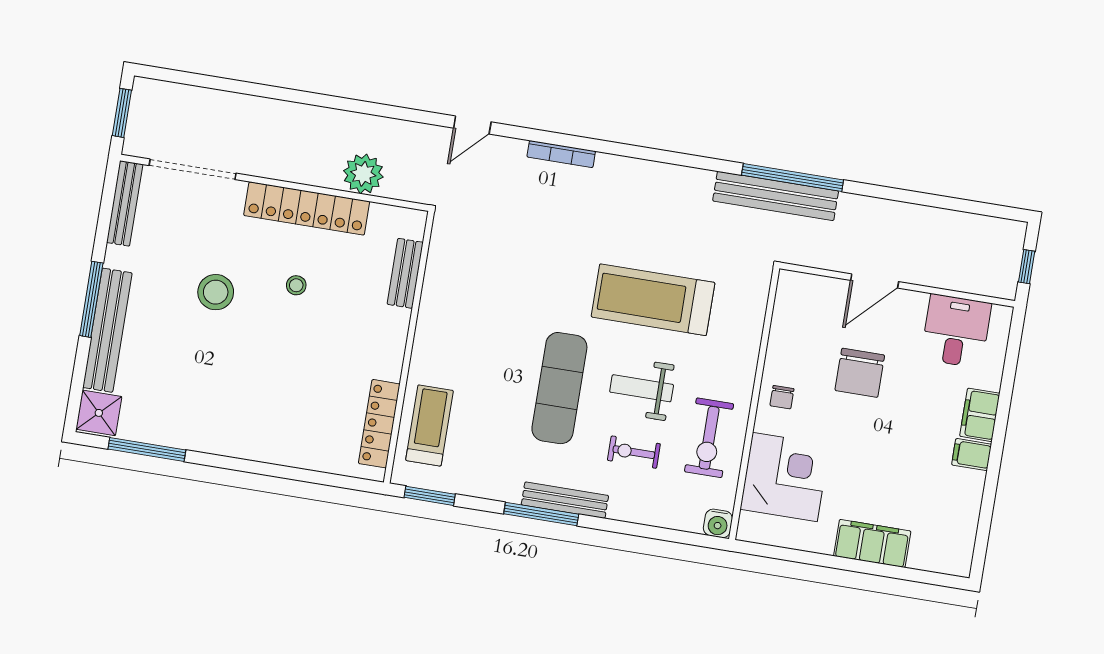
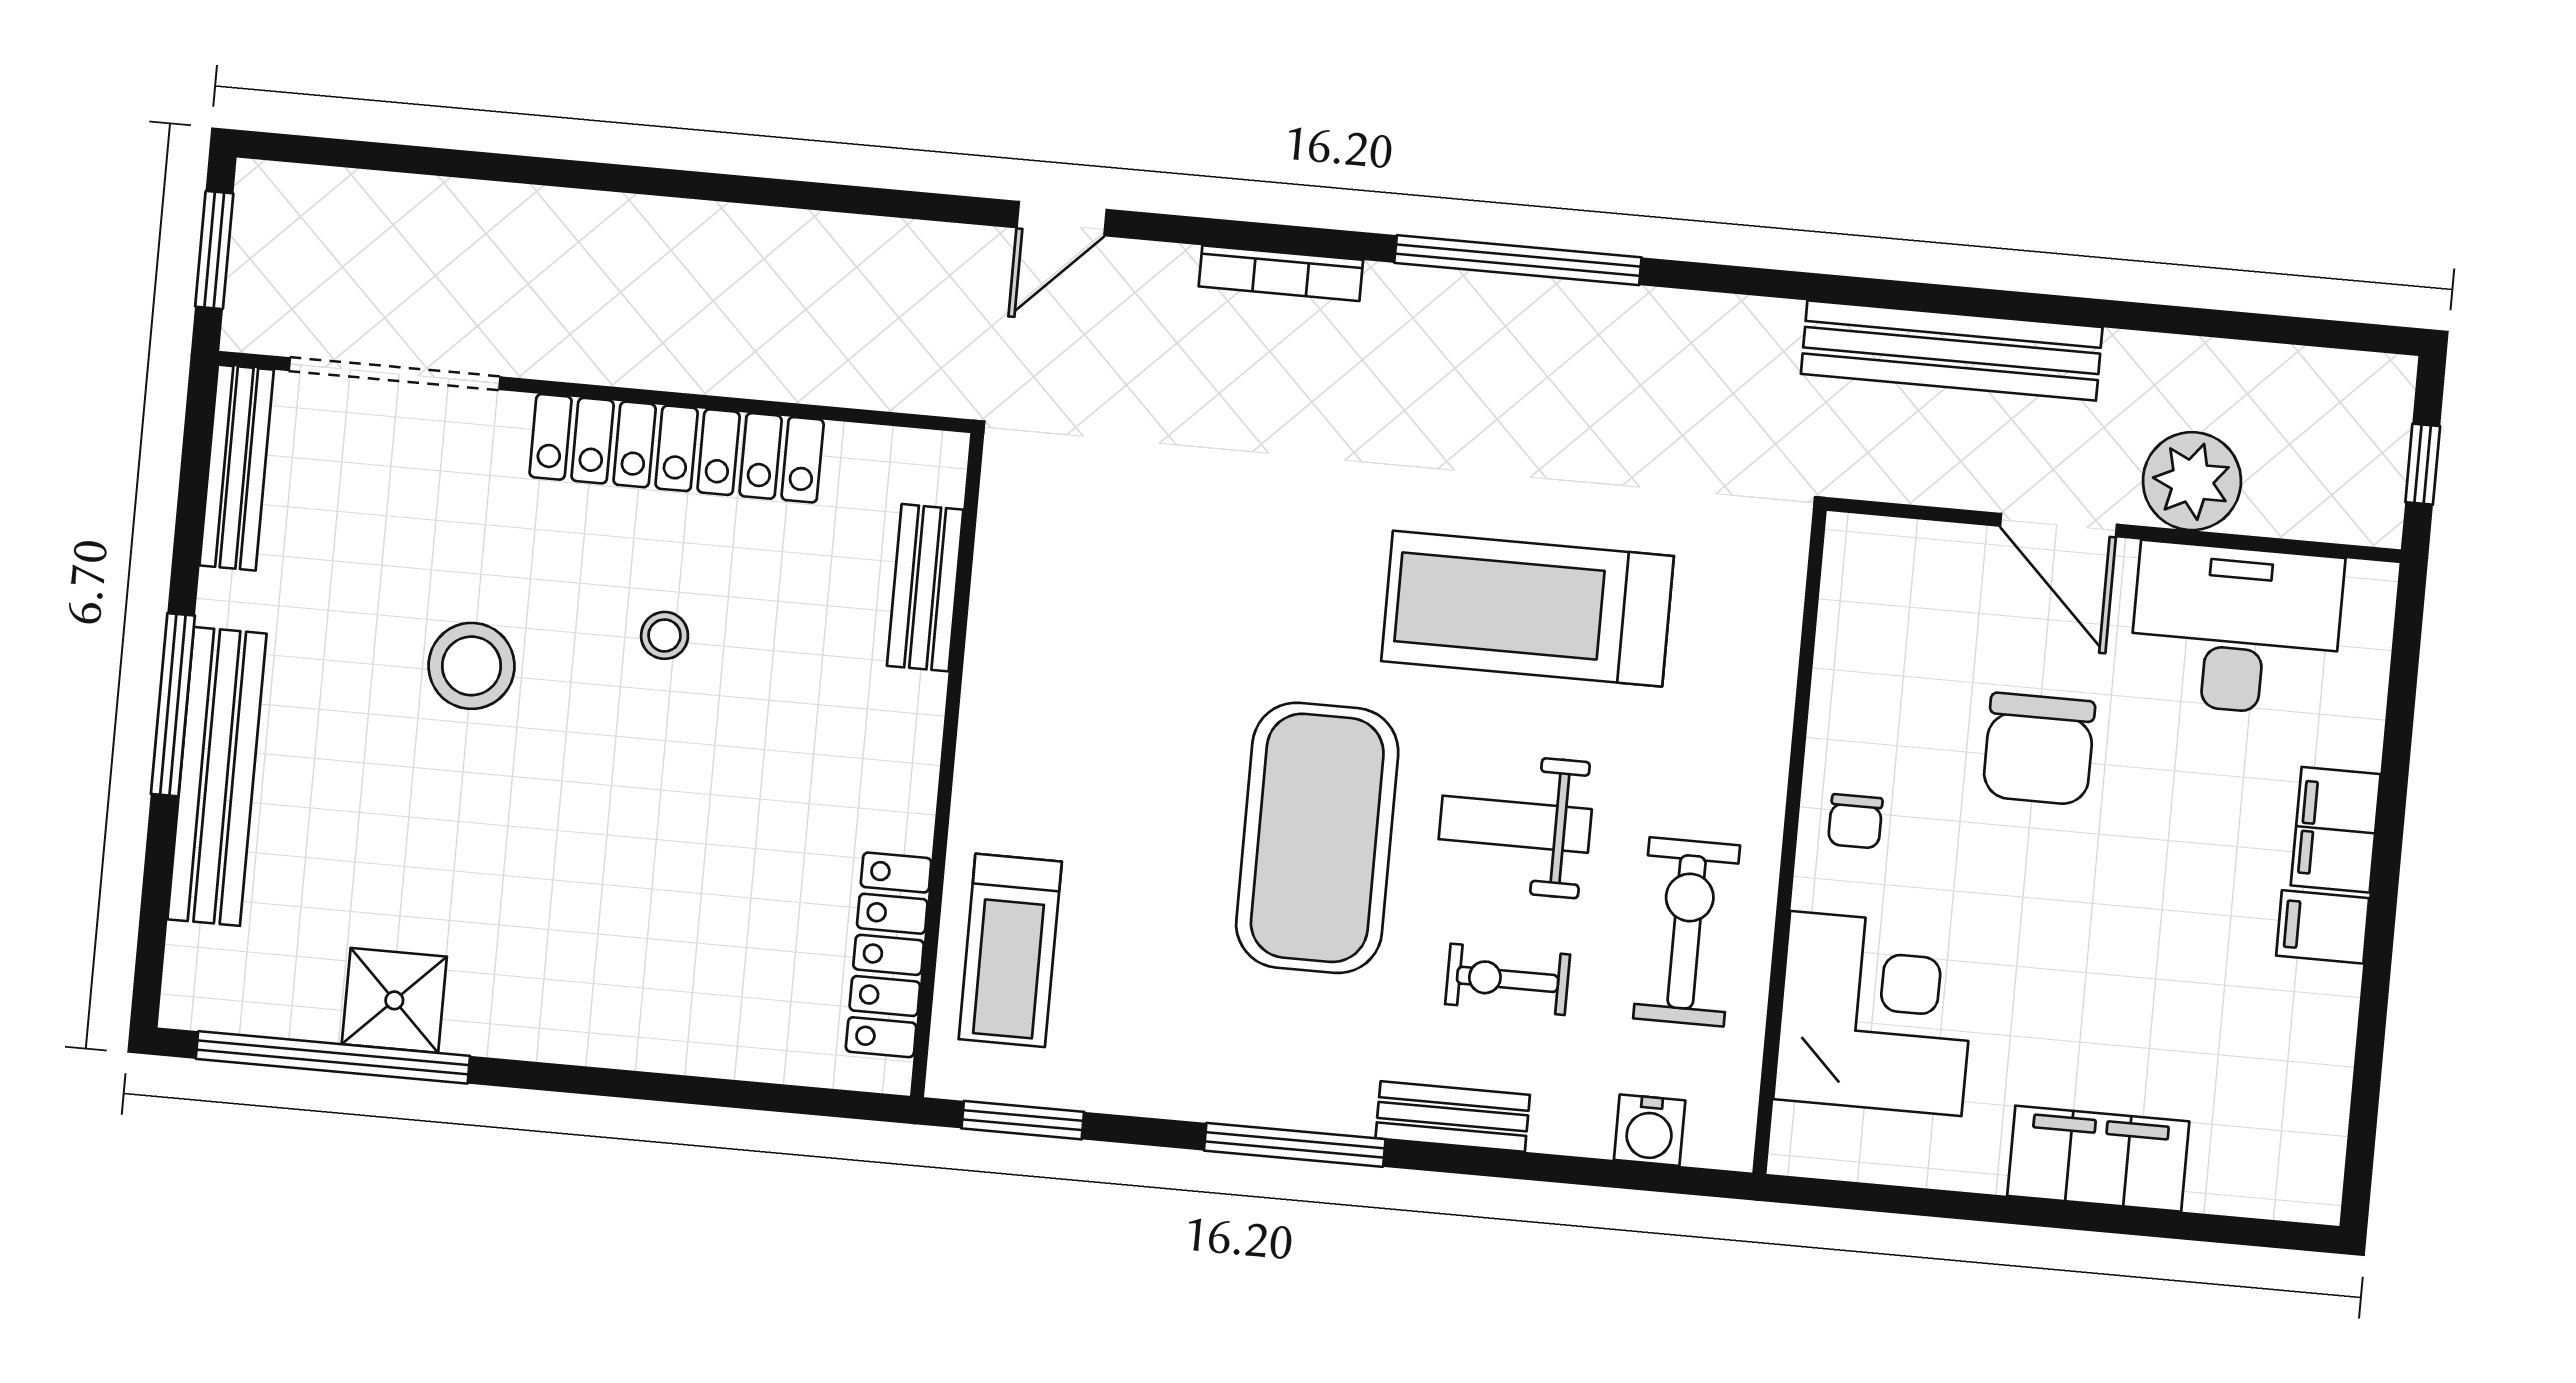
plant: (363, 174) -> (2192, 481), moved
window: (793, 177) -> (1518, 260), moved
bench: (776, 196) -> (1952, 351), moved
door: (875, 281) -> (2059, 525), hinge flipped
desk: (956, 331) -> (2236, 629), width x1.37
exercise mat: (559, 388) -> (1317, 838), width x1.47
shower: (99, 413) -> (394, 1000), moved
treadmill: (429, 425) -> (1010, 950), turned 180
exercise bike: (709, 438) -> (1687, 932), turned 180
window: (147, 450) -> (333, 1057), width x1.46
bench: (565, 500) -> (1453, 1117), moved, width x0.73
water cooler: (718, 523) -> (1650, 1130), moved

